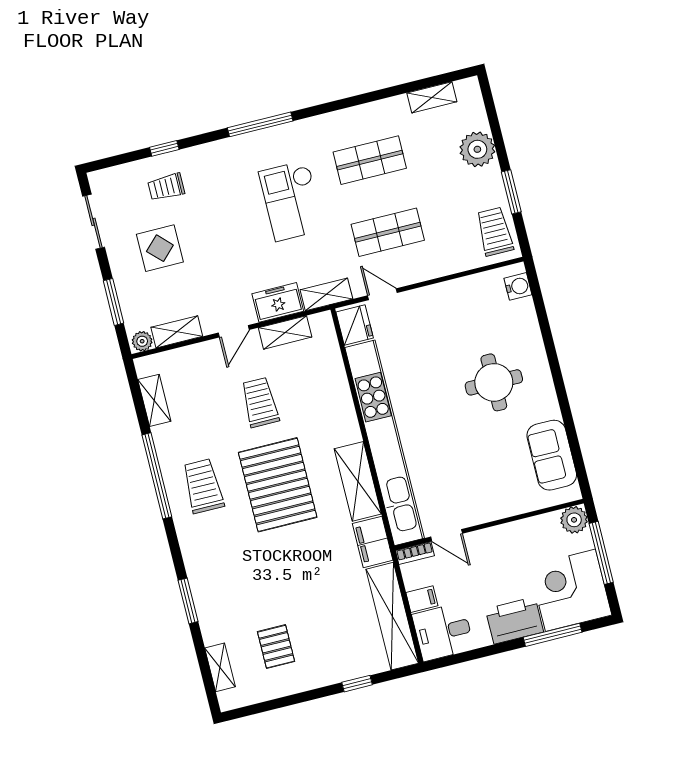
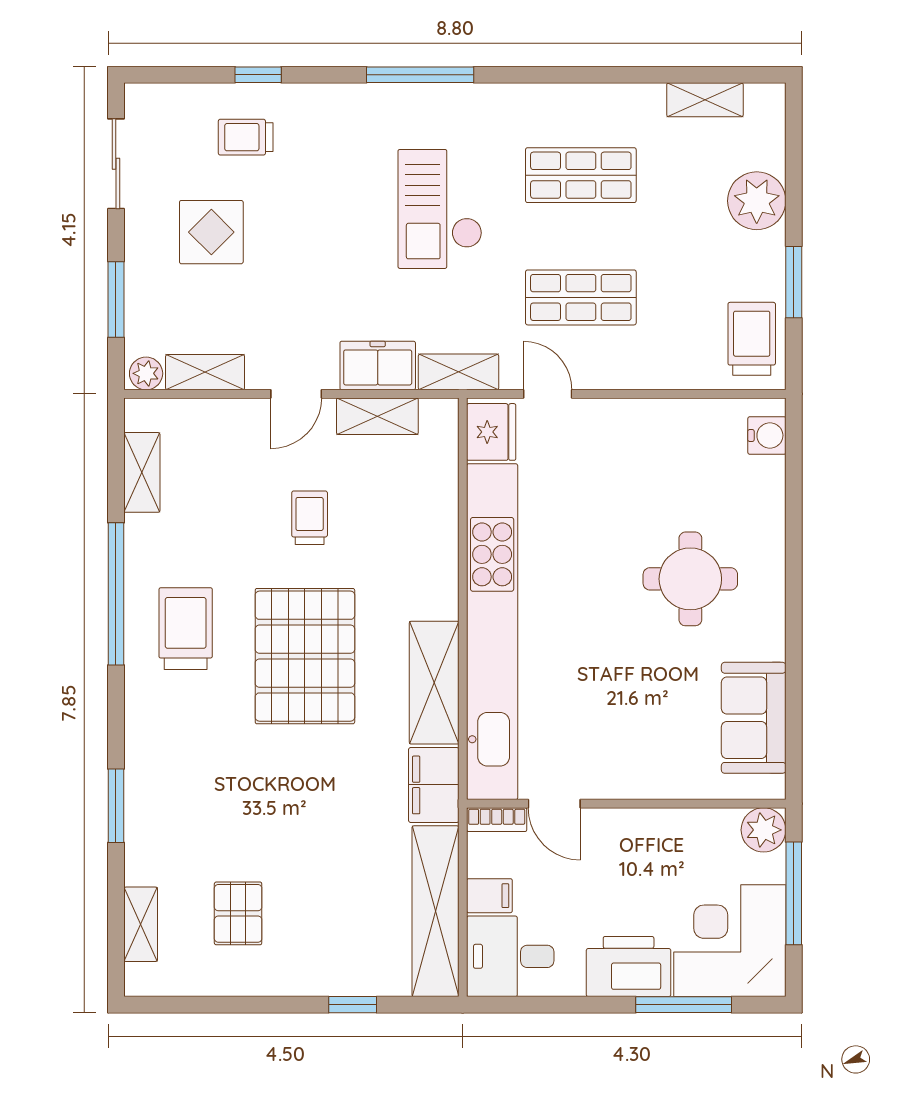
trolley: (260, 402) -> (310, 518), width x0.73, depth x0.72

